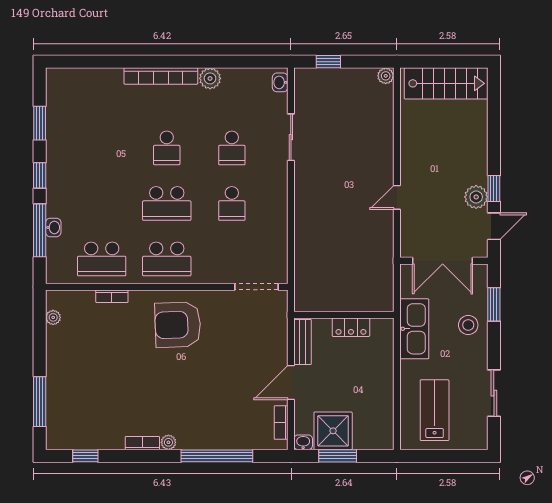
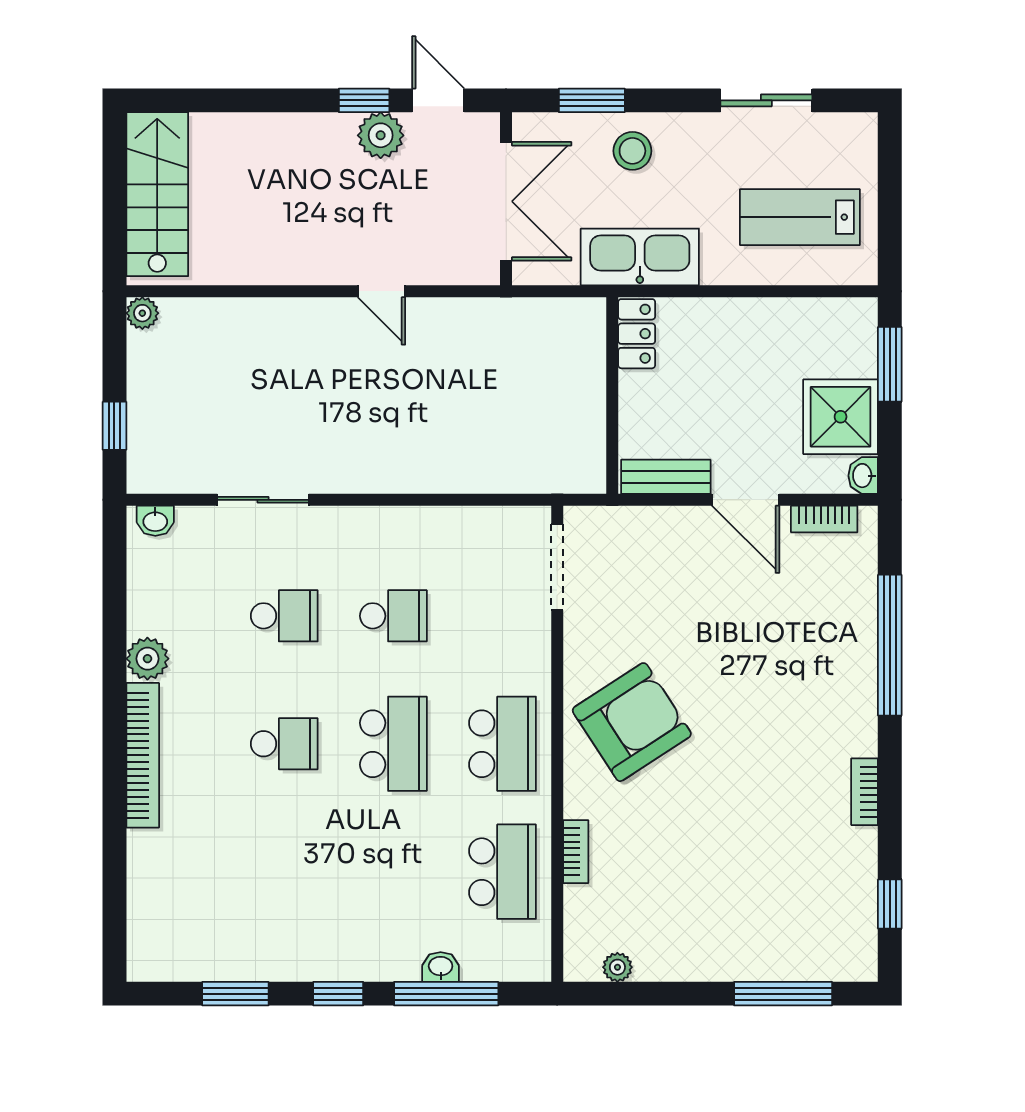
armchair: (178, 325) -> (632, 722), turned -121
locker: (351, 327) -> (637, 334), moved
plant: (168, 442) -> (863, 740), removed
window: (338, 456) -> (890, 364), moved

